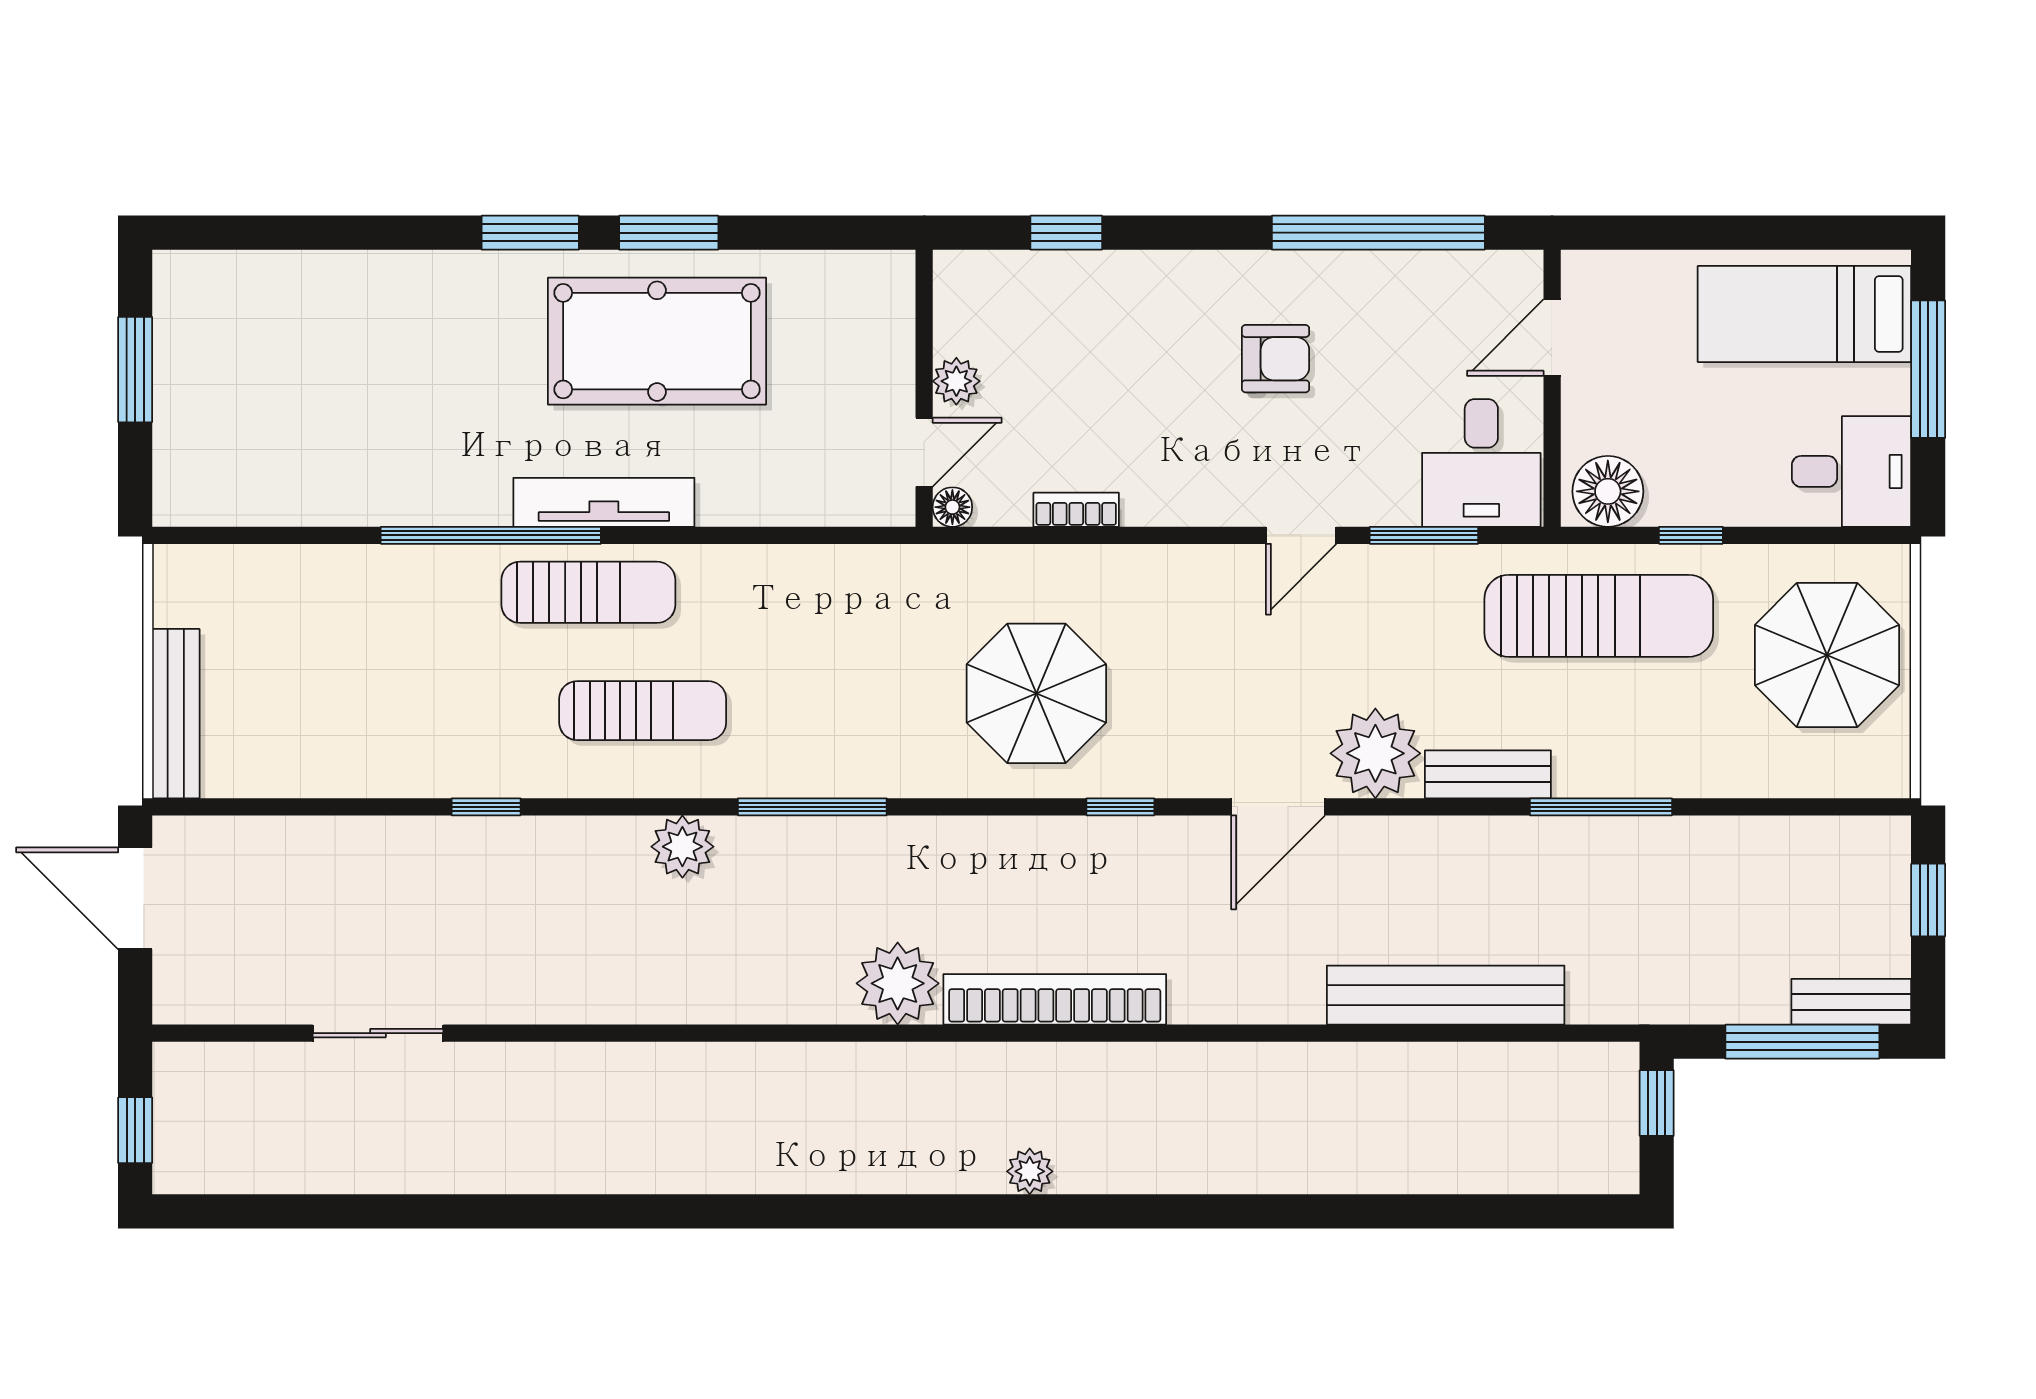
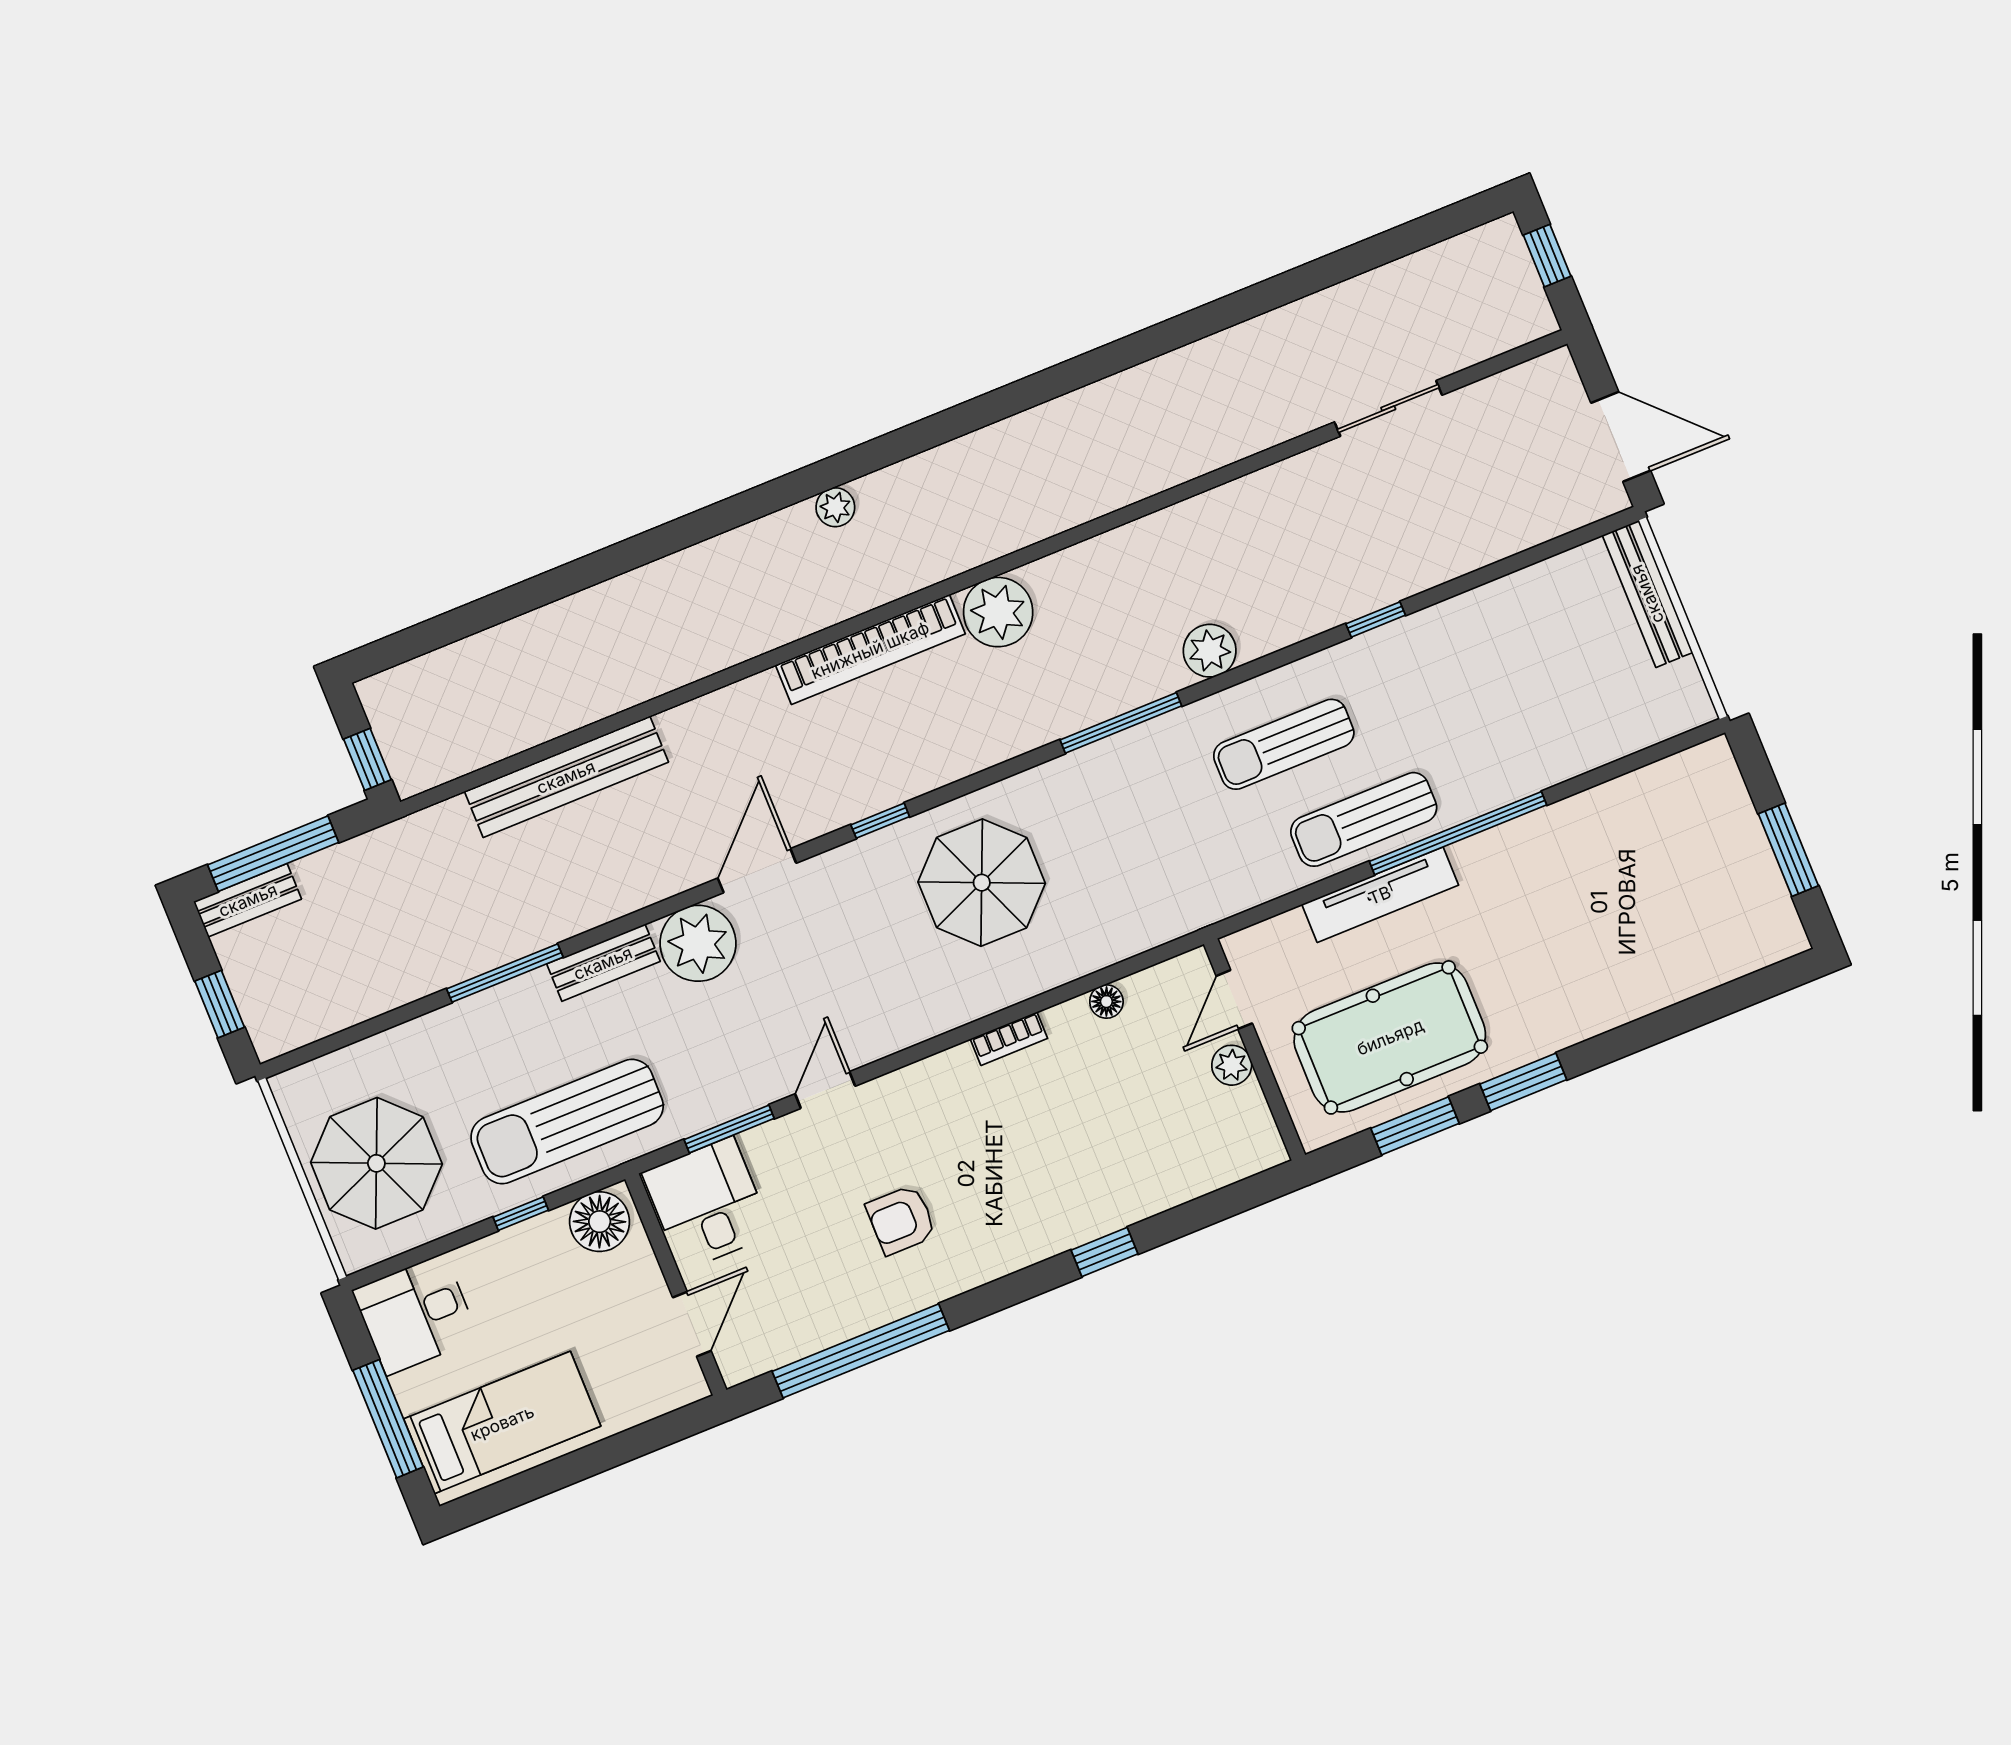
plant: (956, 381) -> (1232, 1065), moved
wall: (924, 388) -> (1255, 1049), moved
door: (924, 452) -> (1234, 1000), moved

